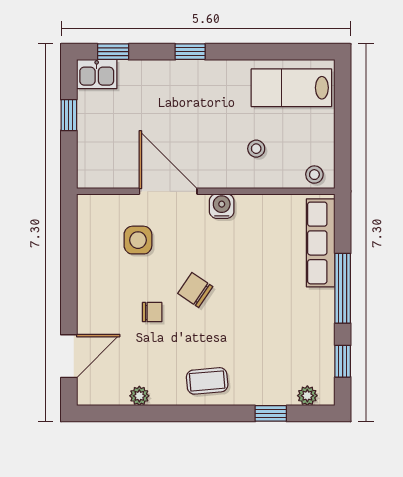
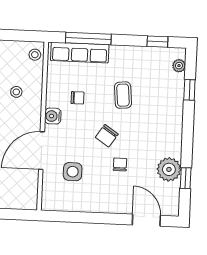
chair: (251, 243) -> (77, 98), added
window: (343, 288) -> (88, 39), moved
coffee table: (207, 381) -> (123, 95), moved
plant: (139, 396) -> (169, 169), width x1.88, depth x1.88
window: (136, 413) -> (186, 178), added

